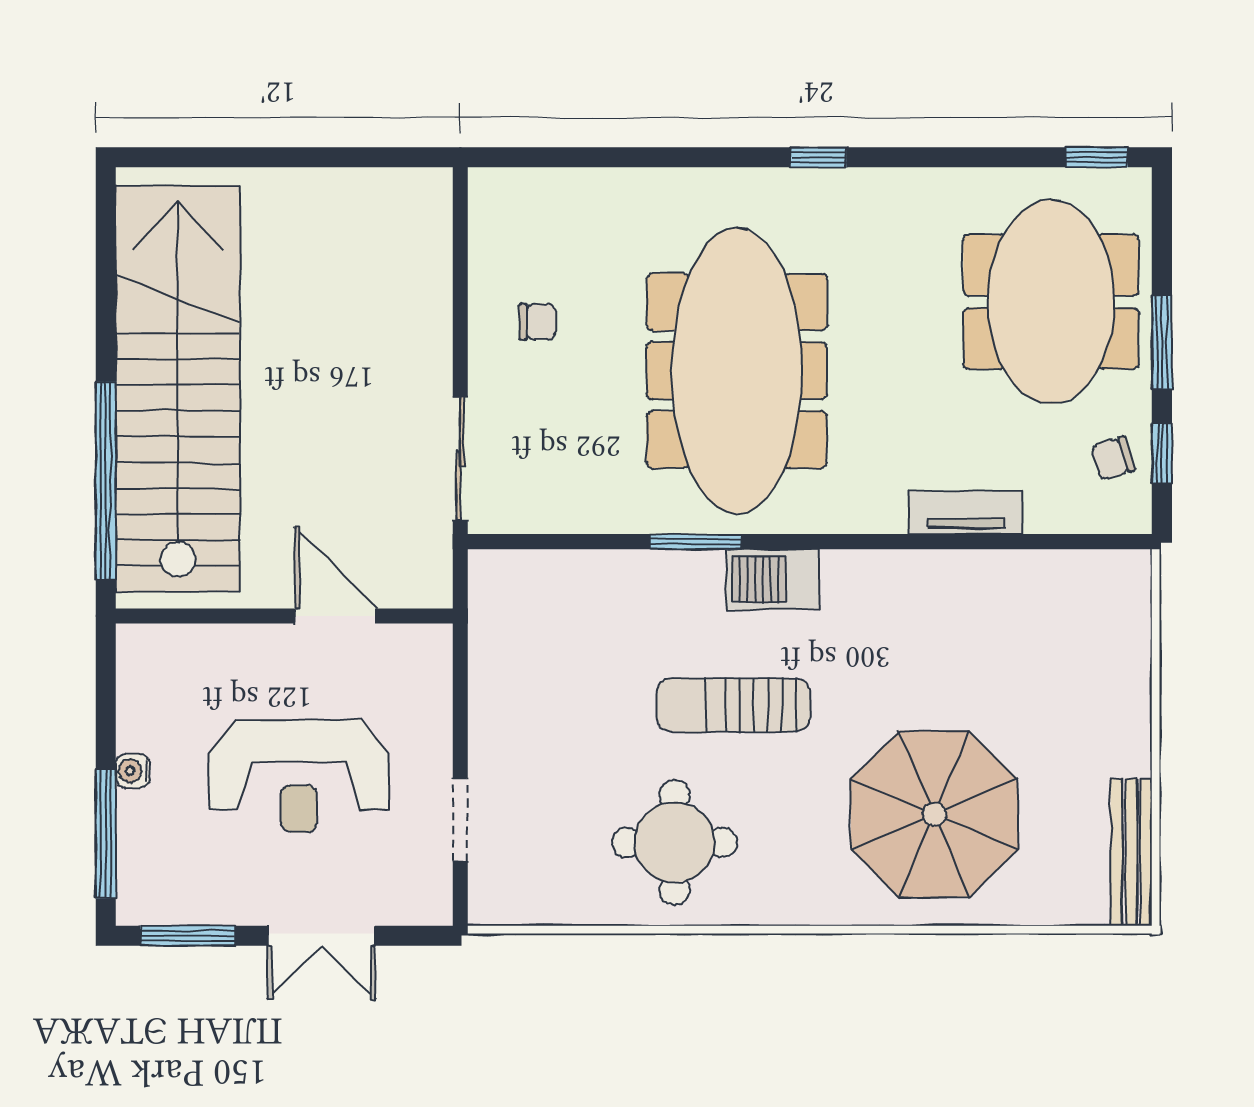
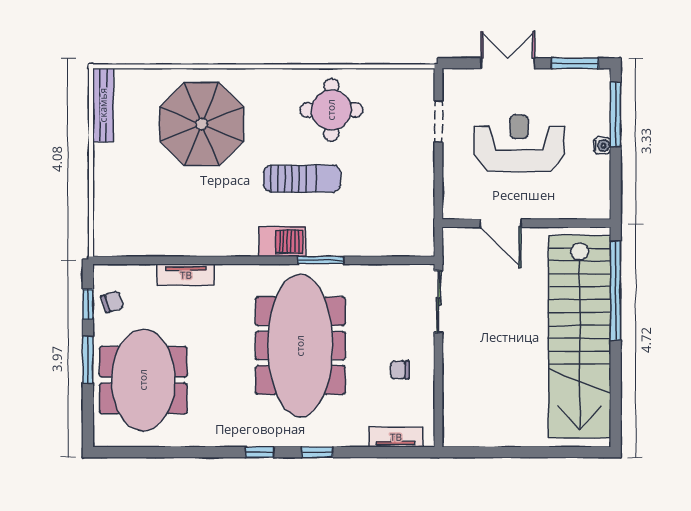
window: (1097, 157) -> (317, 452), moved
tv unit: (546, 188) -> (396, 437), added

